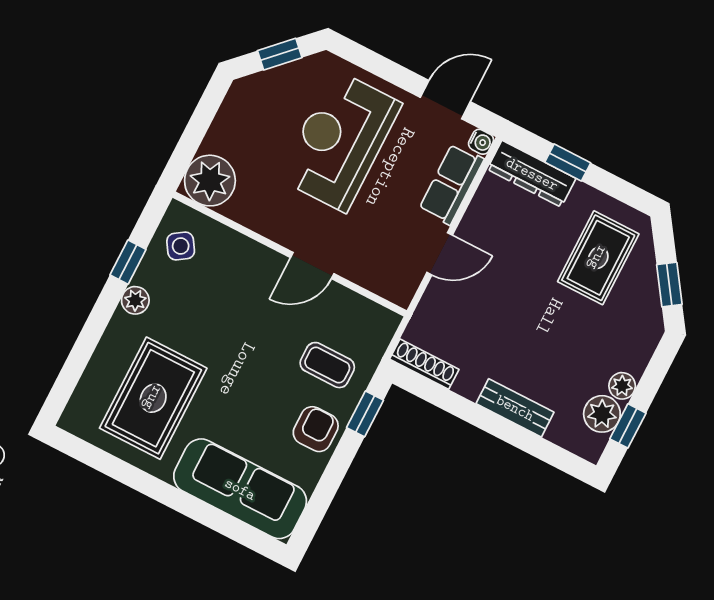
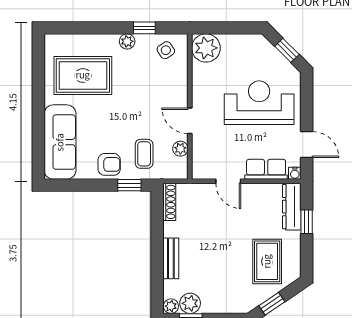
rug: (598, 258) -> (267, 261), turned 90
plant: (349, 303) -> (180, 149), added
plant: (622, 386) -> (171, 306), moved

